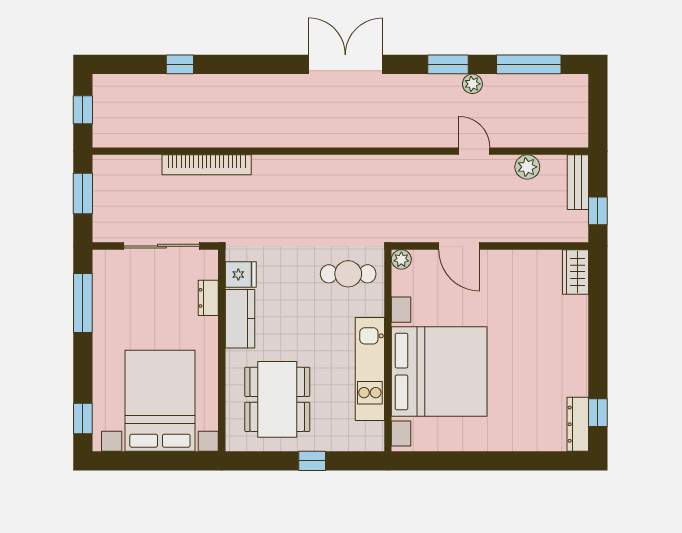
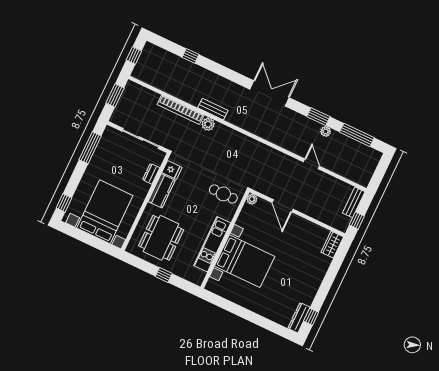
bench: (261, 137) -> (213, 109), added
plant: (527, 167) -> (208, 124), moved
bed with nightstands: (439, 372) -> (245, 261), width x0.73

